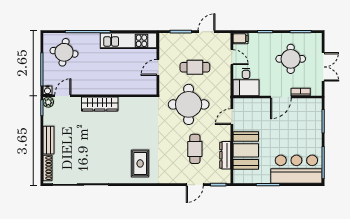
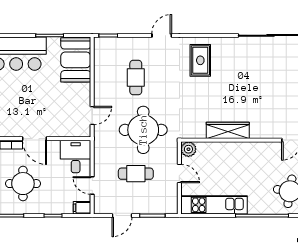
door: (158, 67) -> (179, 173), hinge flipped
plant: (150, 88) -> (188, 149), added
door: (281, 97) -> (35, 139), swing flipped
wardrobe: (100, 104) -> (228, 130), moved
booth: (246, 150) -> (76, 60), moved
dresser: (225, 155) -> (100, 70), removed
door: (195, 185) -> (162, 35), moved

